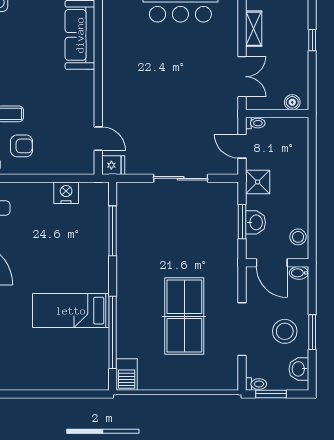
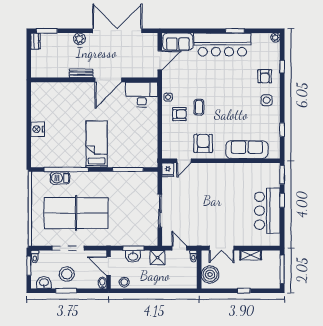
boiler: (292, 102) -> (210, 275), width x1.86, depth x1.86
armchair: (70, 107) -> (203, 143), added
armchair: (22, 146) -> (179, 114), turned -90
door: (242, 146) -> (179, 248), hinge flipped
nightstand: (66, 193) -> (38, 129), moved, turned 180
door: (272, 263) -> (108, 266), hinge flipped
bed: (71, 311) -> (97, 144), moved
table tennis table: (184, 316) -> (76, 213), width x1.36, depth x1.32
barbecue: (127, 374) -> (60, 178), moved

